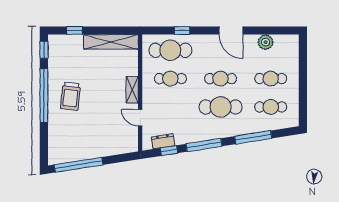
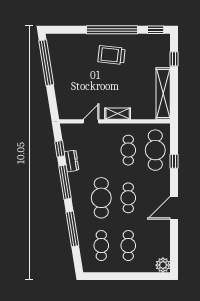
plant: (266, 42) -> (163, 265), moved
dresser: (163, 141) -> (71, 161), moved

